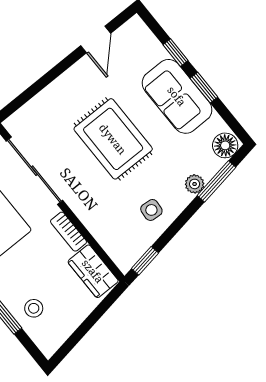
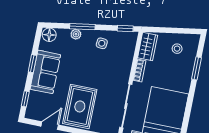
window: (176, 53) -> (25, 99), moved
rug: (113, 139) -> (80, 106), moved
window: (216, 181) -> (82, 27), moved
stool: (34, 308) -> (177, 49), moved

